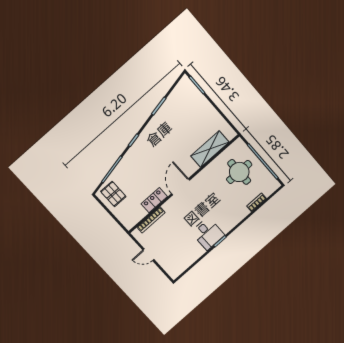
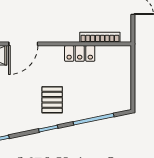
door: (181, 187) -> (23, 44), moved
pallet: (113, 194) -> (52, 100), moved

